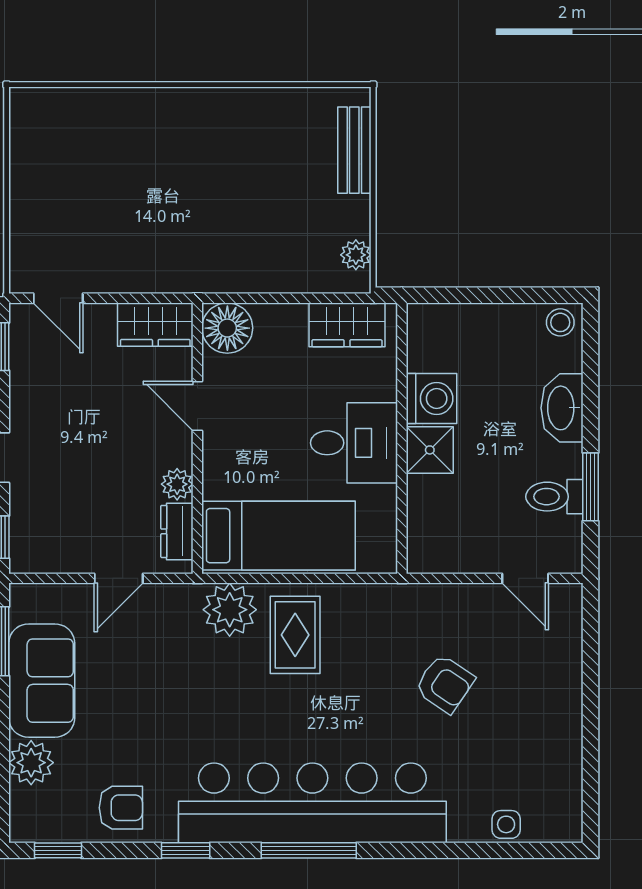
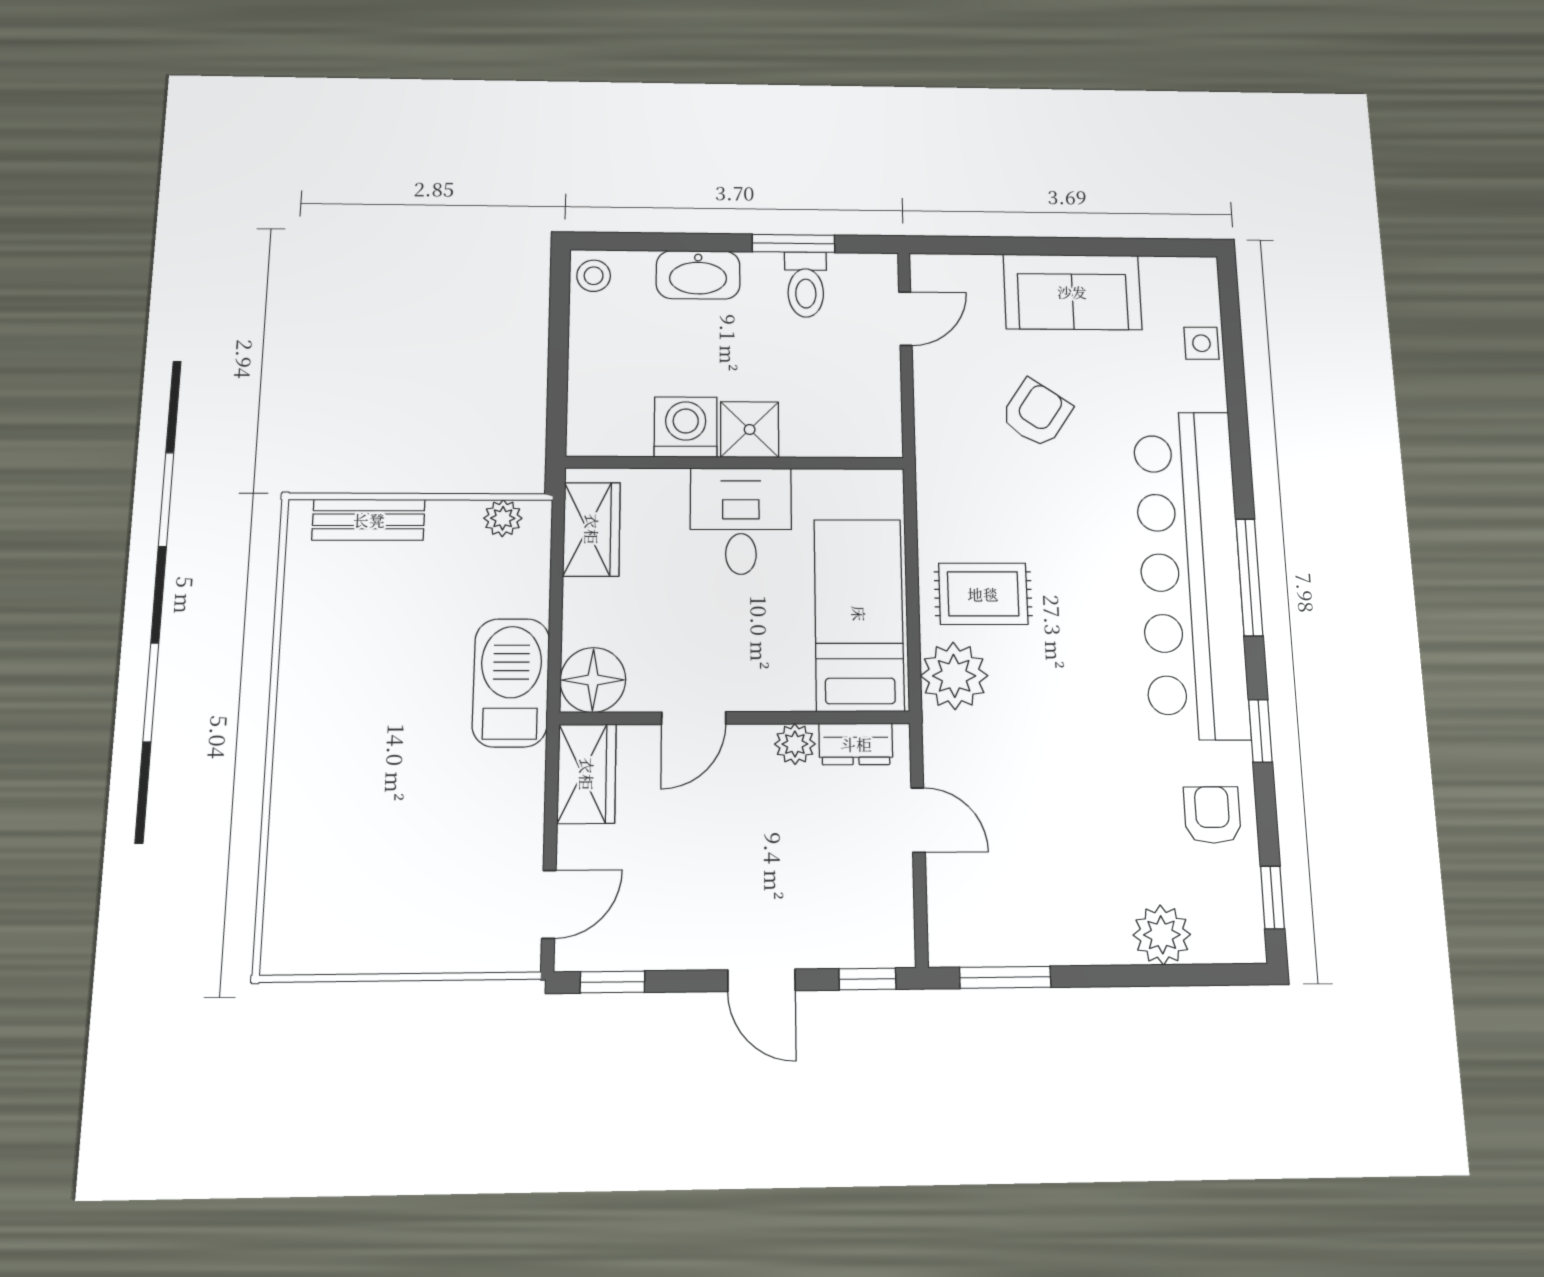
barbecue: (225, 265) -> (511, 683), added
sofa: (42, 681) -> (1072, 292), moved, turned 180

